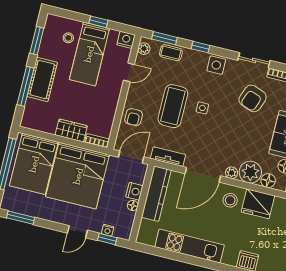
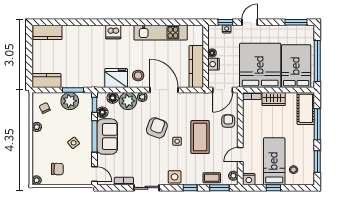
cot: (42, 79) -> (306, 108), moved
armchair: (253, 98) -> (157, 128), moved
tv unit: (168, 157) -> (194, 97), removed
door: (203, 175) -> (164, 90), hinge flipped

